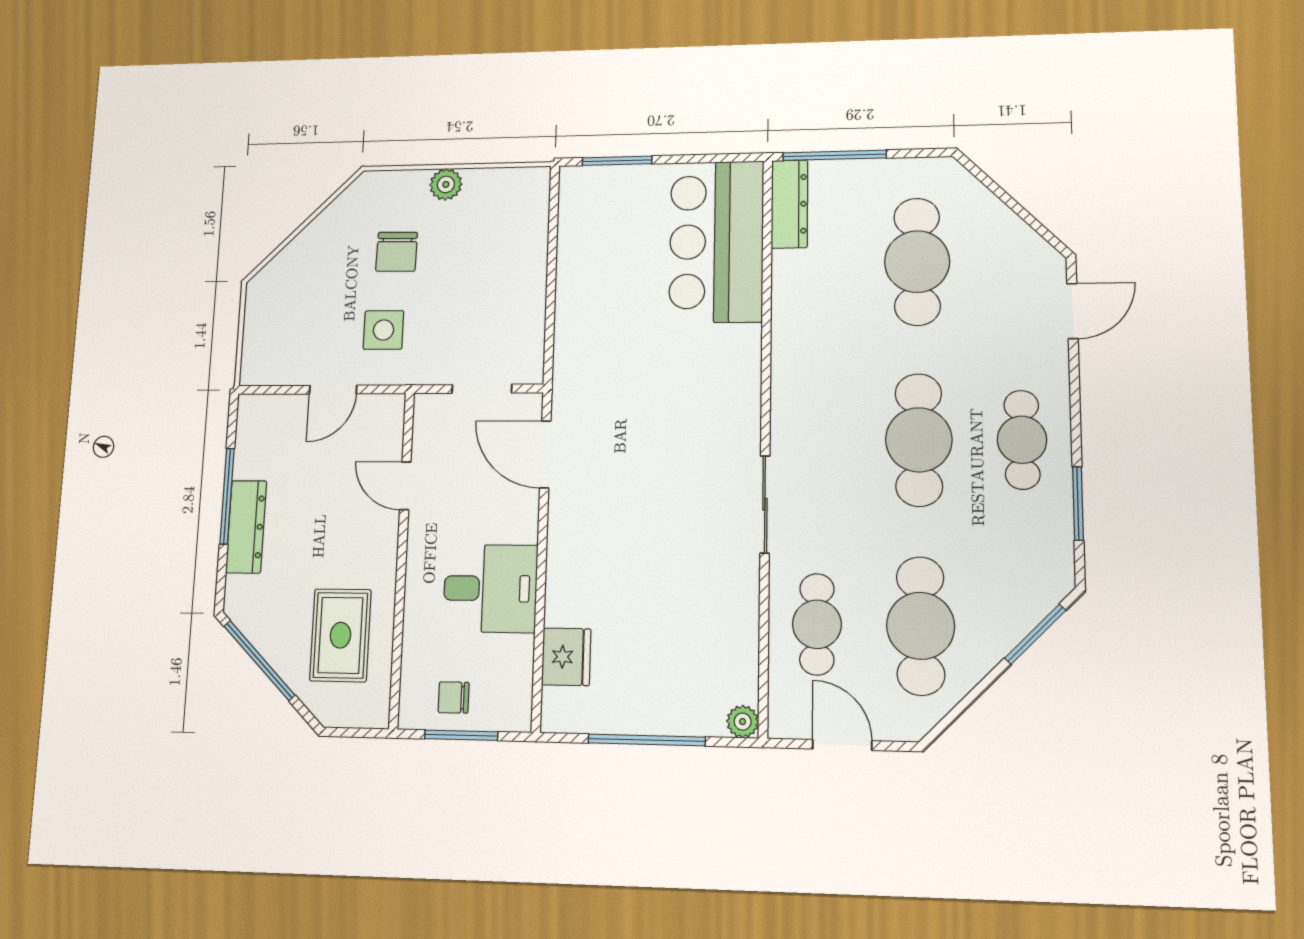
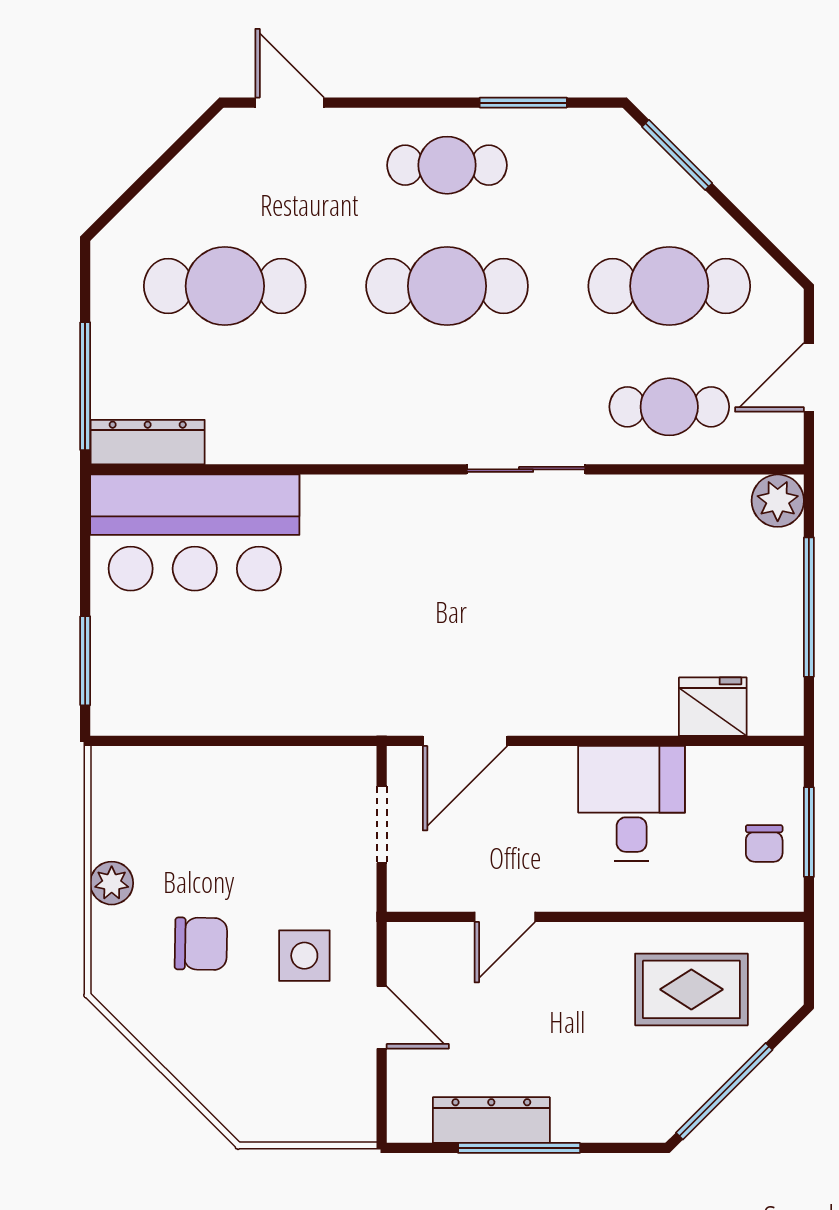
dresser: (246, 527) -> (491, 1120), moved
plant: (743, 722) -> (778, 501), width x1.38, depth x1.38

